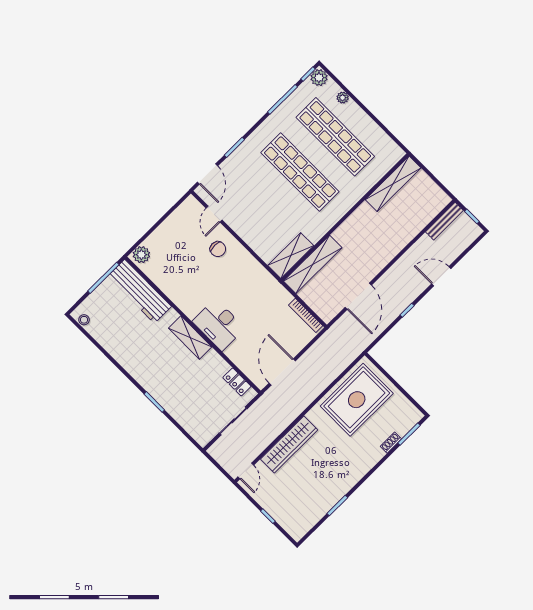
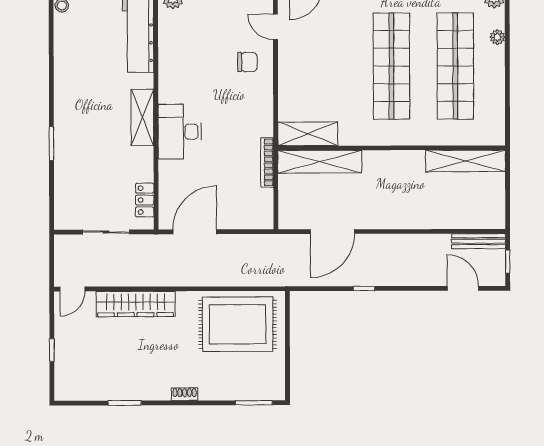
door: (214, 214) -> (275, 27), hinge flipped
chair: (218, 249) -> (247, 62), turned -90
door: (441, 276) -> (463, 288), moved
bookcase: (306, 315) -> (267, 162), moved
shoe rack: (391, 443) -> (185, 394), moved

